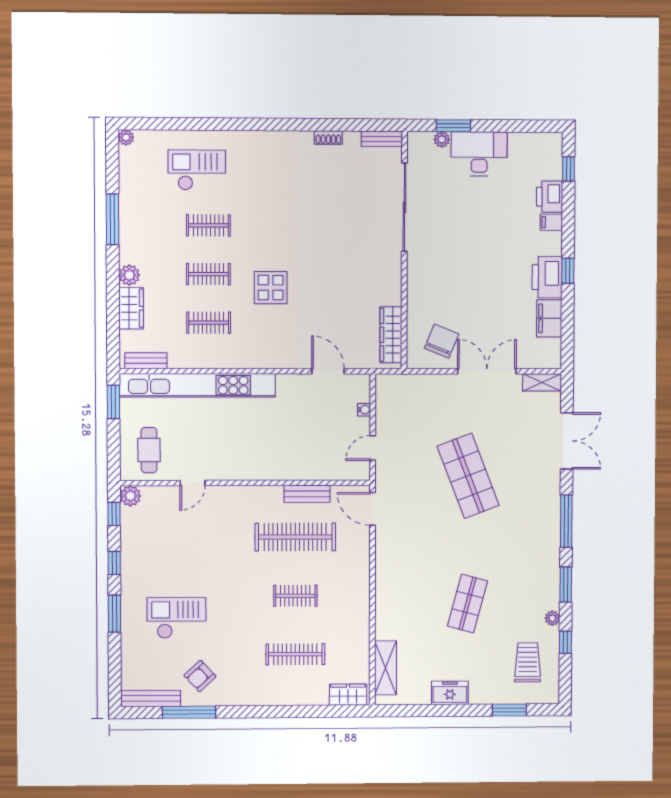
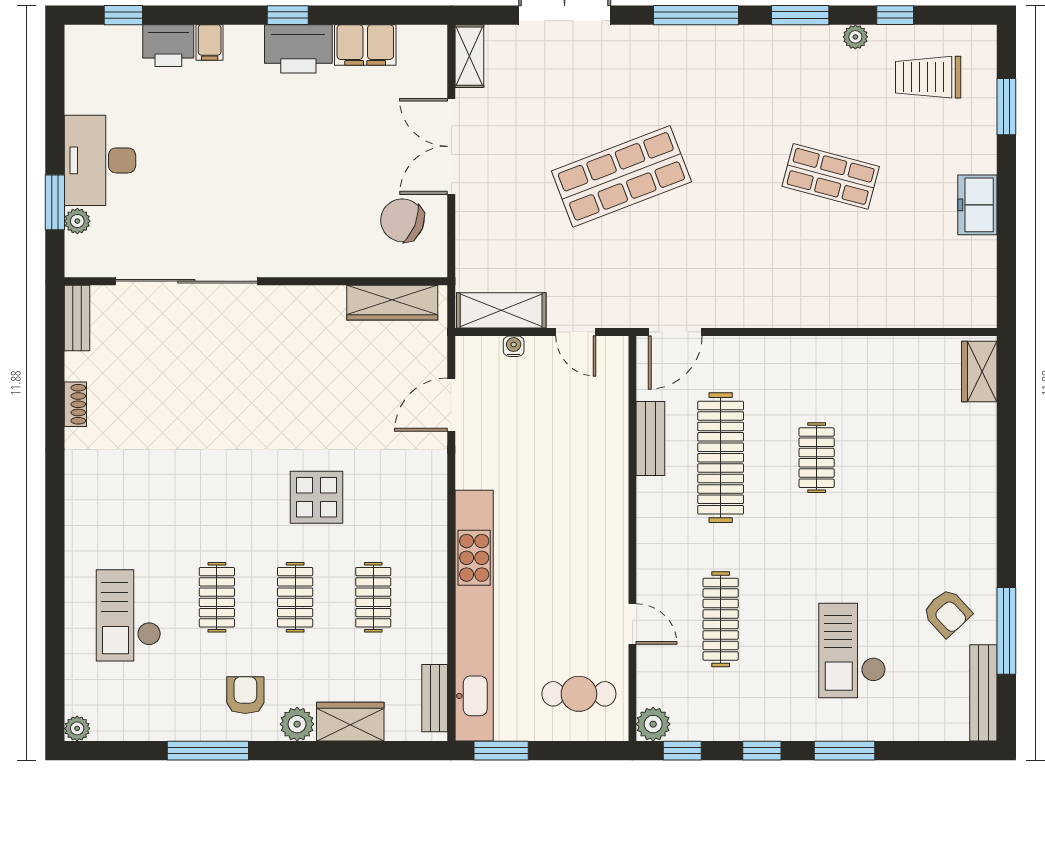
armchair: (147, 243) -> (245, 695), added
clothes rail: (295, 654) -> (721, 619), moved
shelving: (386, 668) -> (501, 310), moved

